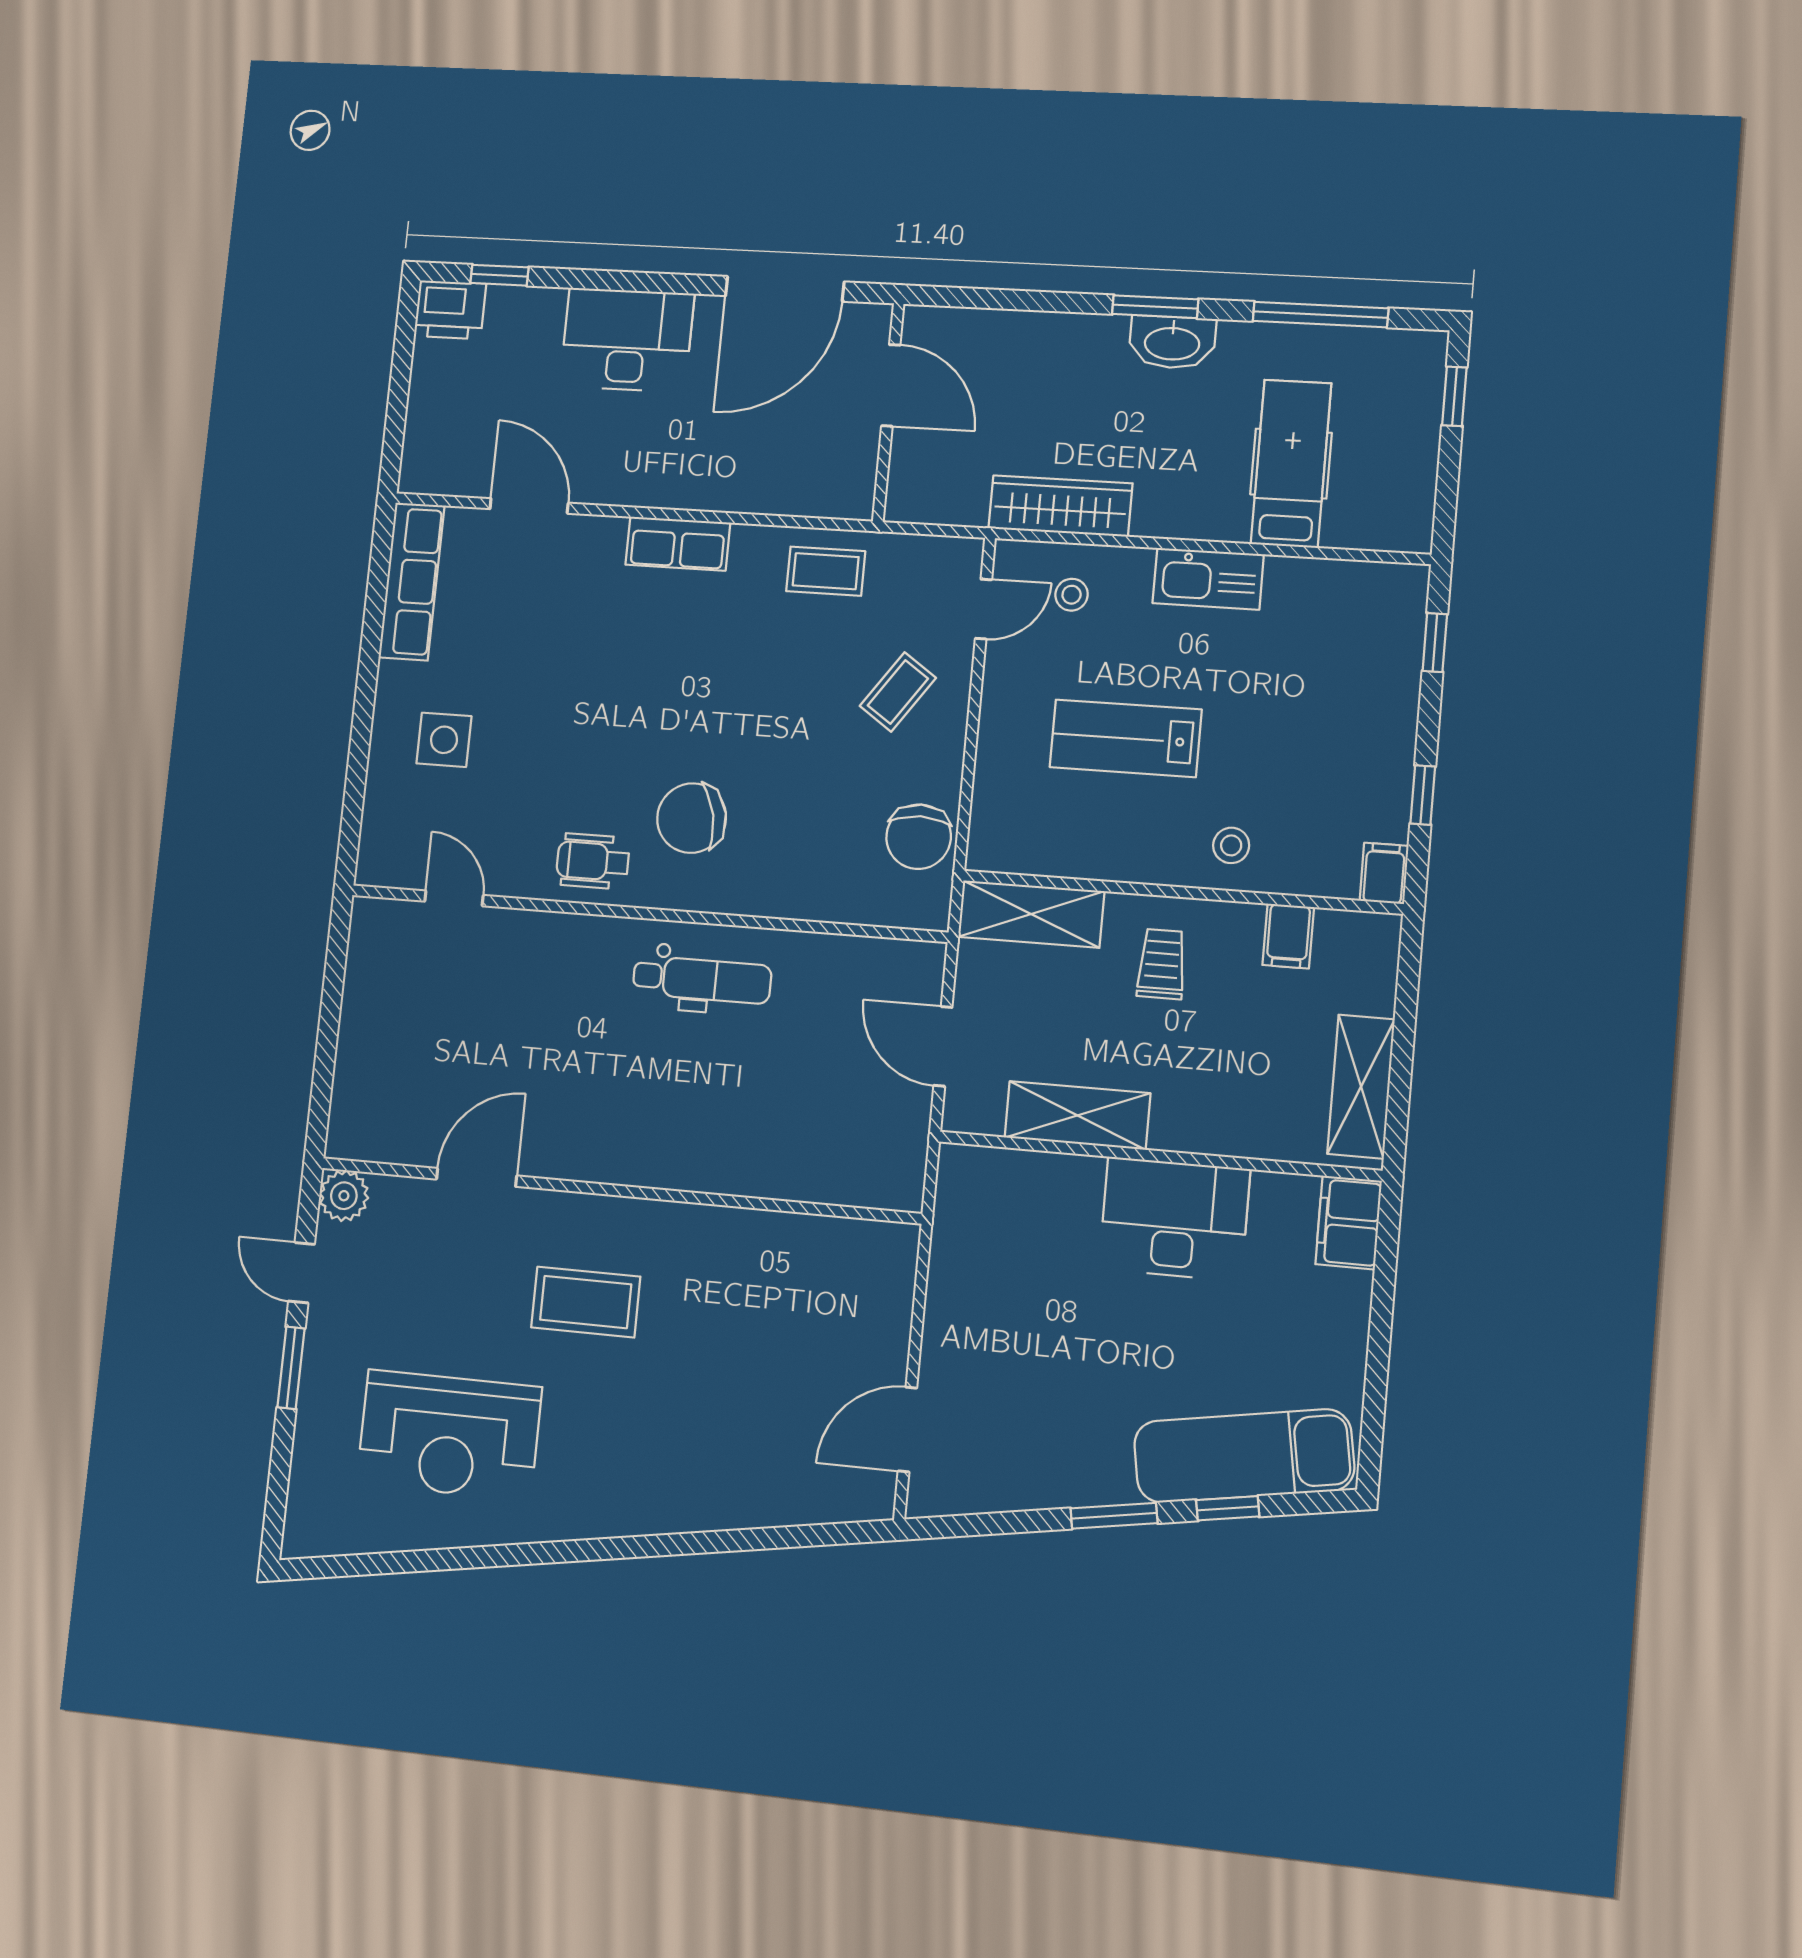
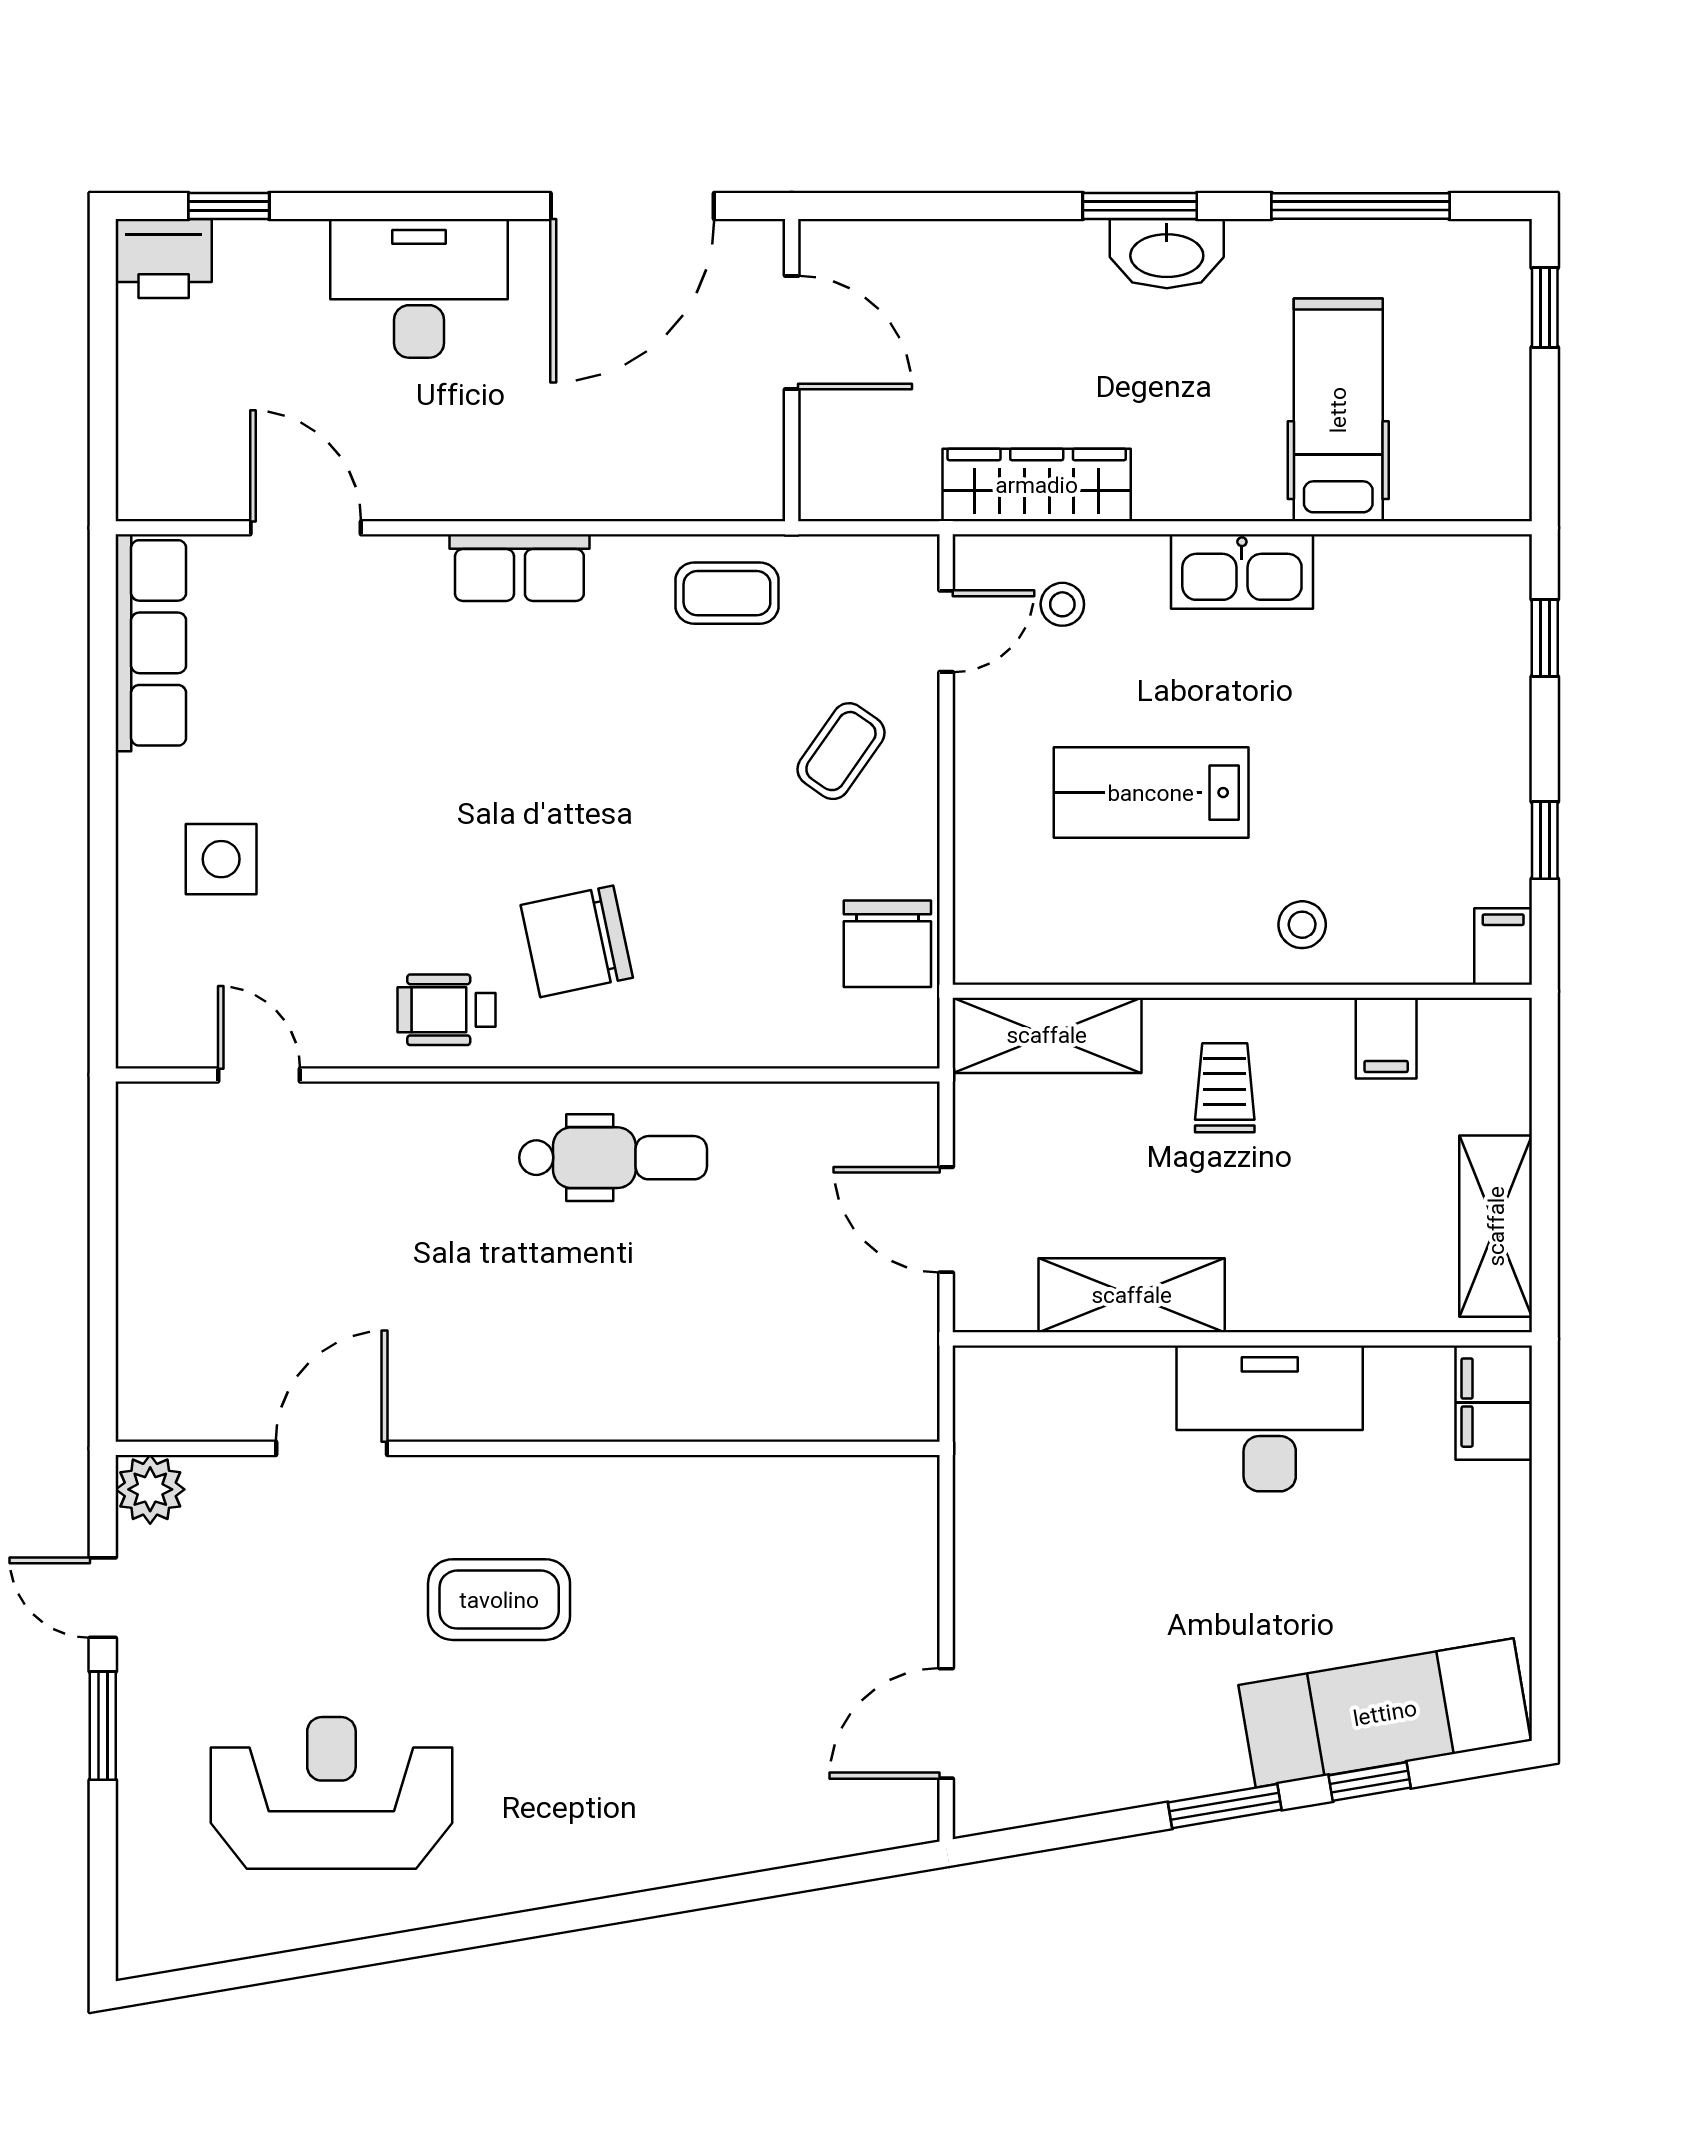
reception desk: (449, 1435) -> (331, 1793), turned 180

